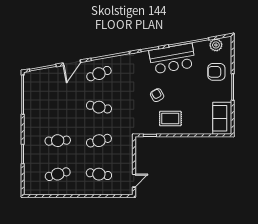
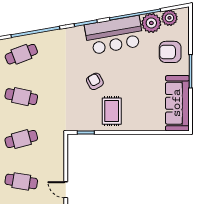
plant: (202, 49) -> (151, 23), added
sofa: (222, 118) -> (177, 103), width x1.36
rug: (170, 119) -> (112, 111), turned 90
door: (134, 181) -> (66, 190), swing flipped

